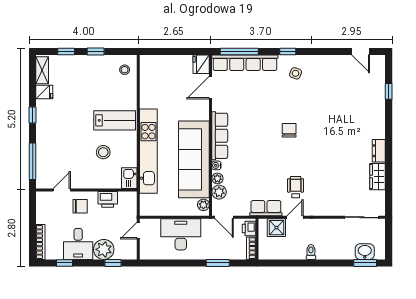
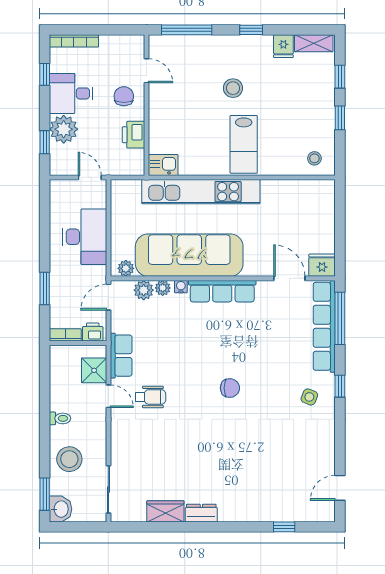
stool: (103, 152) -> (233, 88), moved
chair: (80, 206) -> (124, 96), turned 180
stool: (340, 245) -> (69, 459), added
washbasin: (365, 252) -> (61, 509), moved

